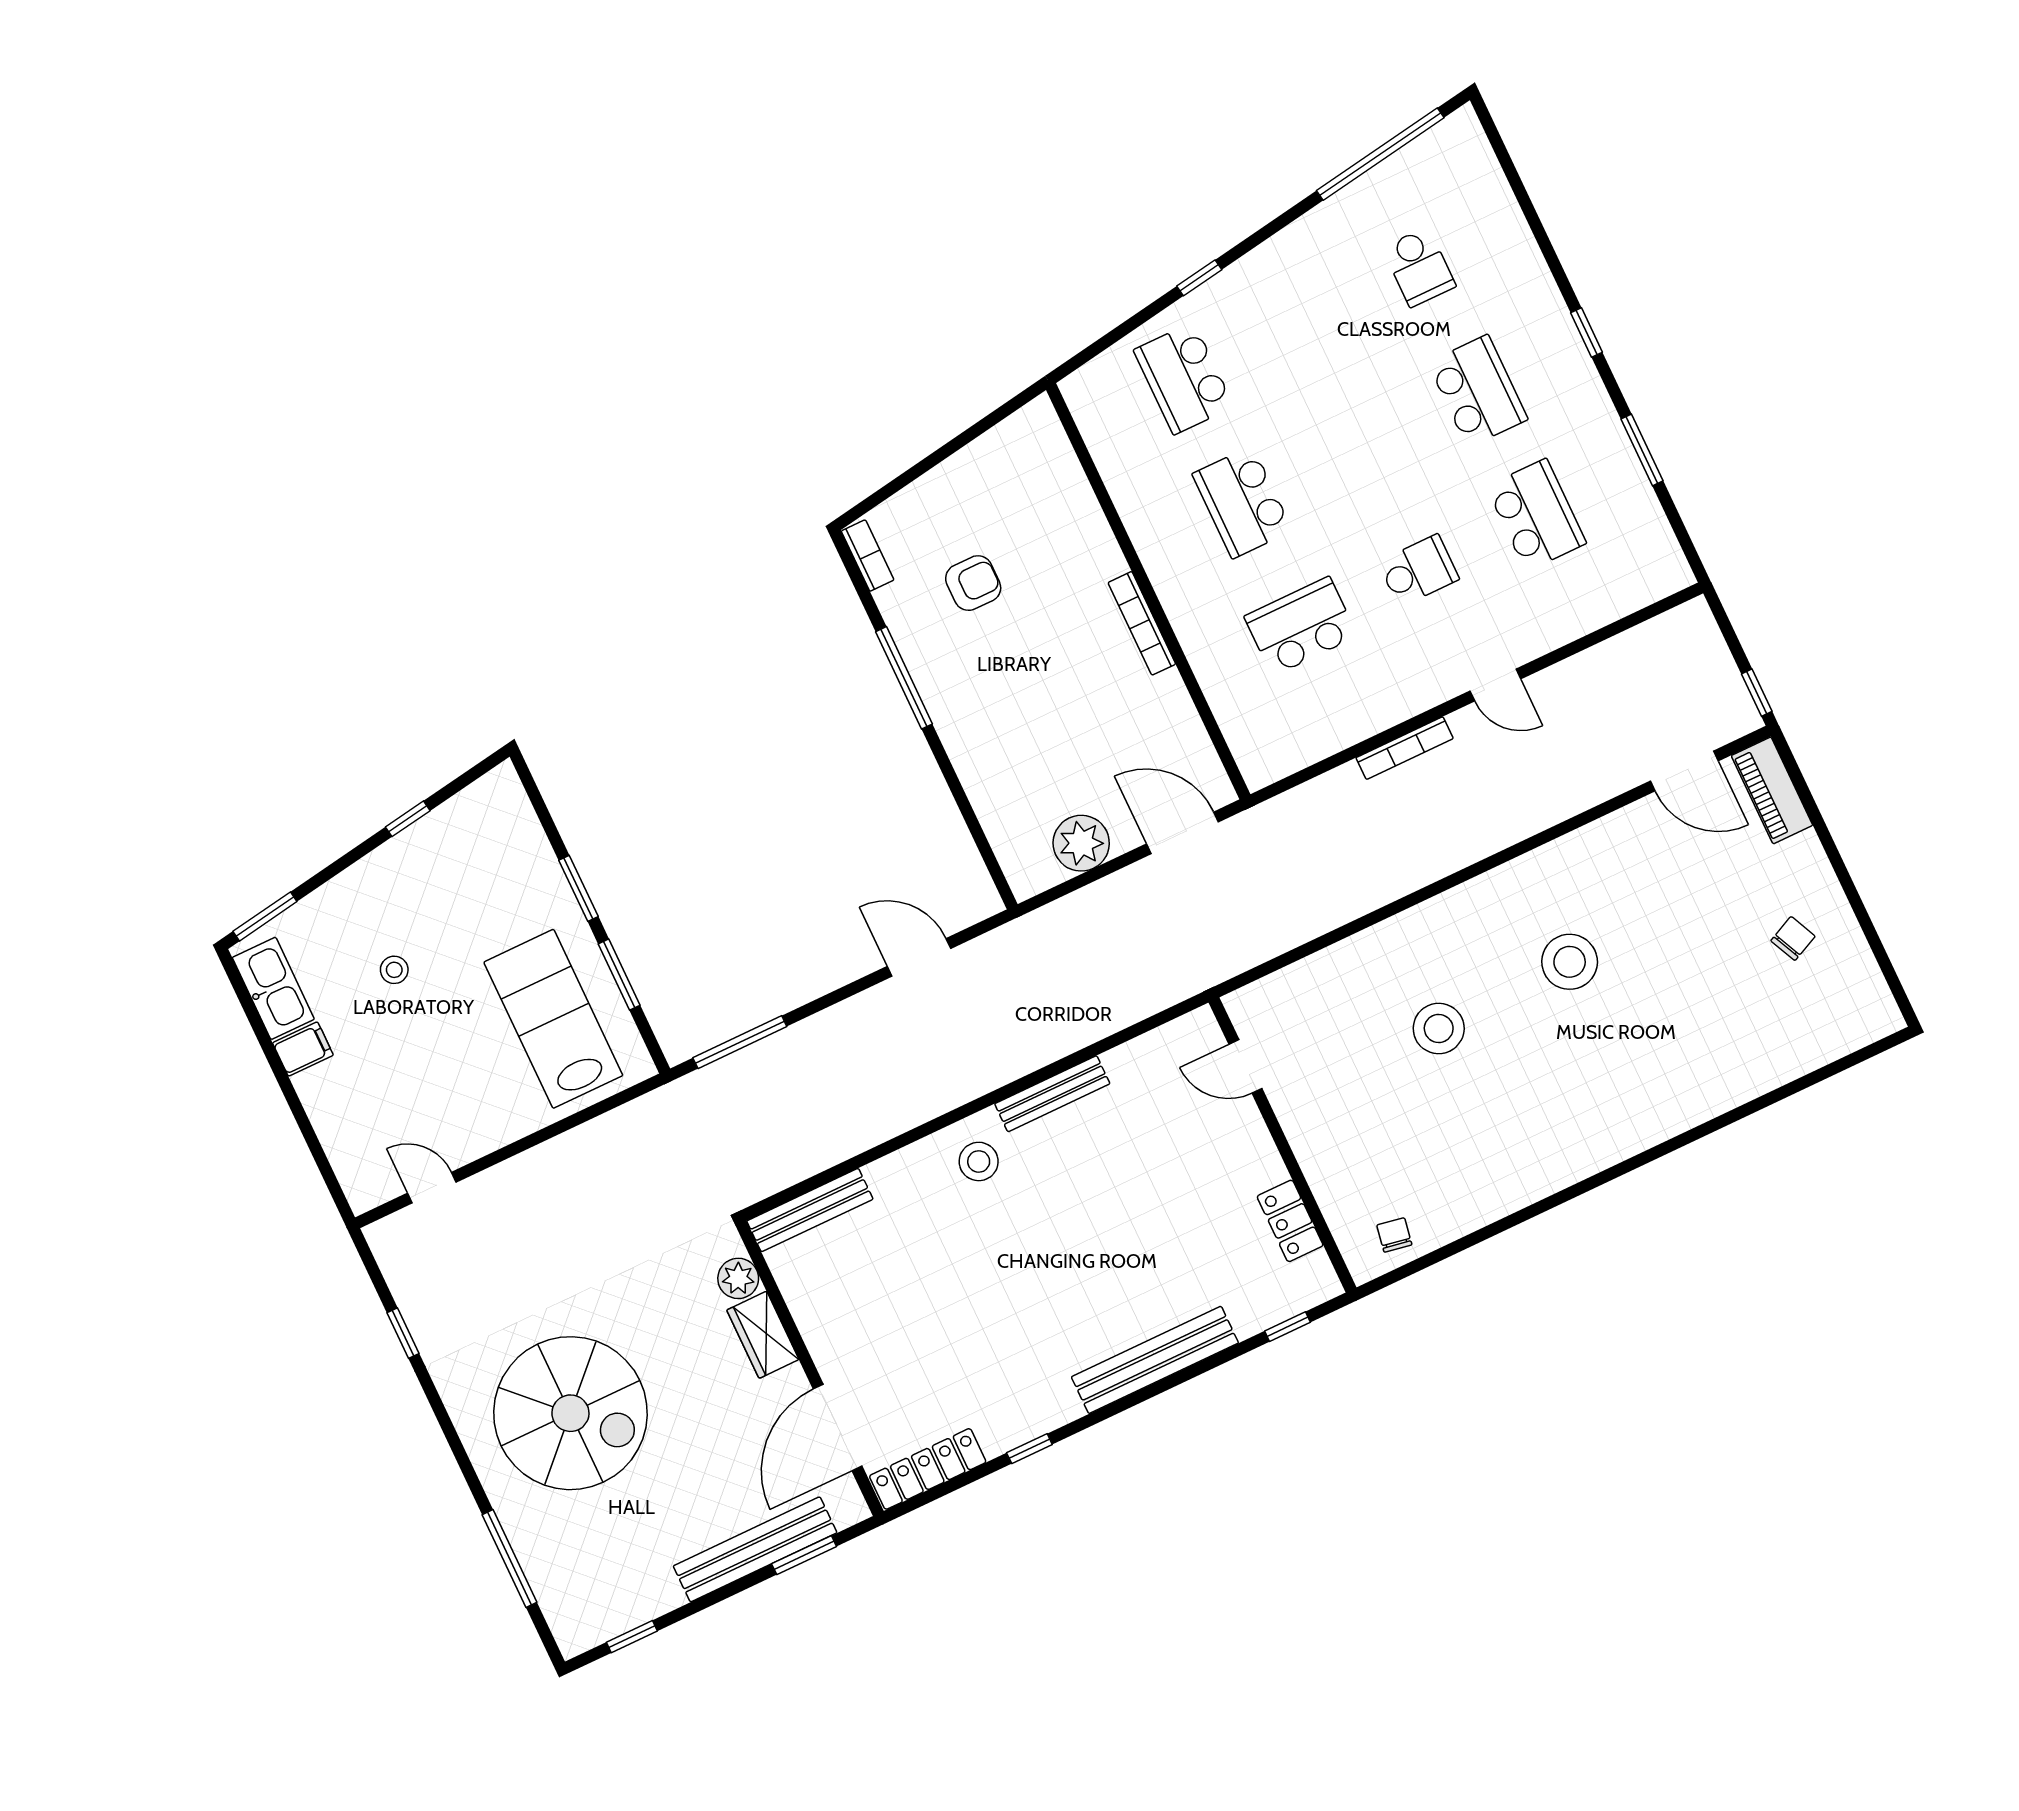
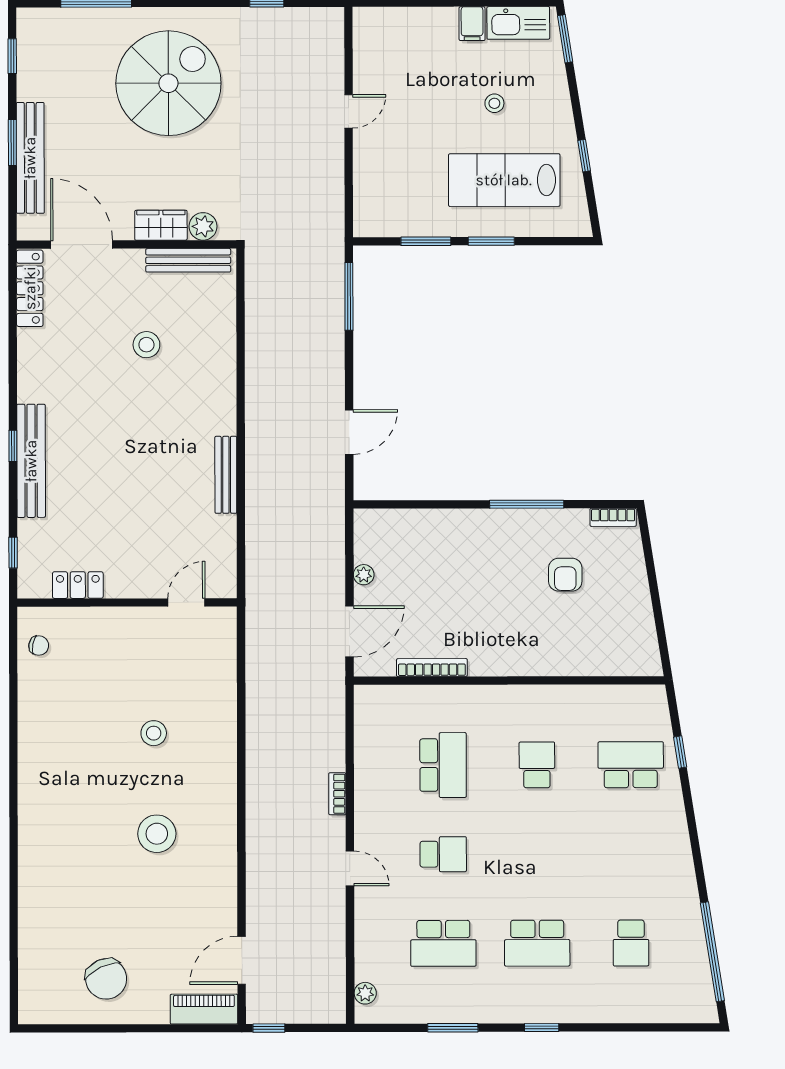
school desk: (1419, 267) -> (631, 943), turned -90
window: (1199, 278) -> (680, 752), moved
school desk: (1242, 502) -> (537, 765), width x0.54
school desk: (1419, 571) -> (443, 854), turned -90
plant: (1651, 587) -> (365, 993), added
bookcase: (1142, 623) -> (432, 668), moved
door: (1495, 685) -> (350, 868), swing flipped
bookcase: (1405, 748) -> (337, 794), width x0.64
plant: (1081, 843) -> (364, 575), width x0.53, depth x0.53
chair: (1793, 938) -> (106, 979), width x1.87, depth x1.87
lab bench: (553, 1019) -> (504, 180), moved, turned 180
stool: (1439, 1028) -> (154, 733), width x0.73, depth x0.73
stool: (979, 1161) -> (146, 345), moved
door: (432, 1188) -> (349, 111), moved
bench: (810, 1210) -> (188, 260), moved, turned 90
spiral stairs: (570, 1413) -> (168, 83), turned 180
window: (1029, 1449) -> (13, 446), moved
window: (804, 1555) -> (12, 143), moved

